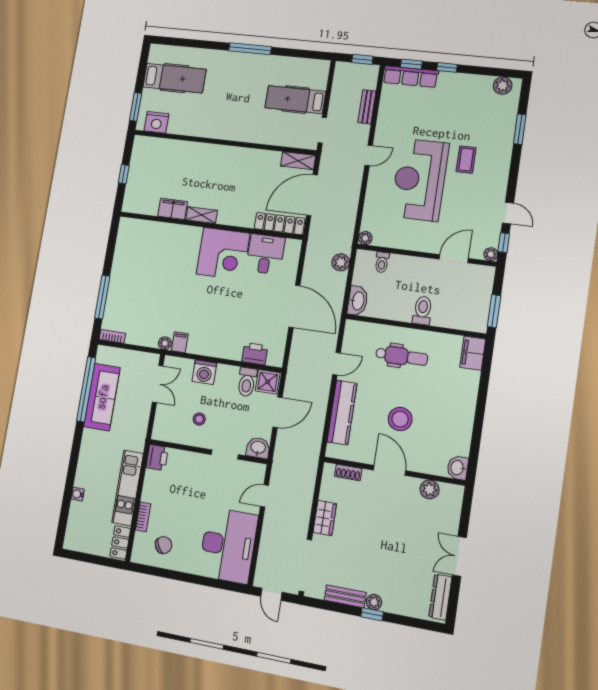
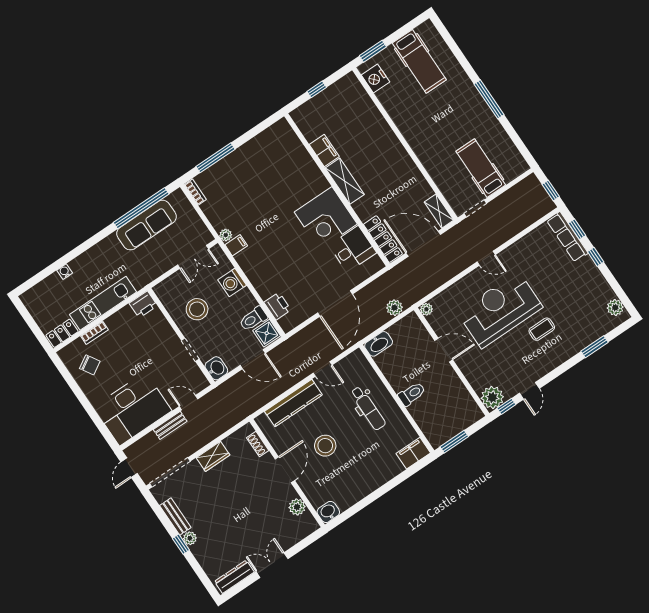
bench: (367, 107) -> (170, 425), moved
shelving: (202, 215) -> (345, 181), width x1.50, depth x1.33
plant: (491, 254) -> (492, 397), width x1.87, depth x1.87
door: (454, 259) -> (444, 350), moved
toilet: (382, 262) -> (420, 336), removed
stool: (199, 419) -> (197, 309), width x1.89, depth x1.89

